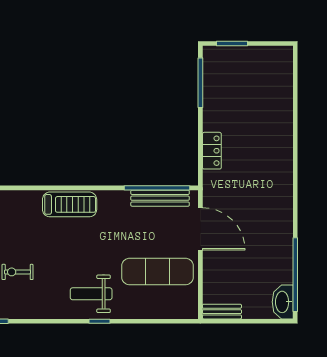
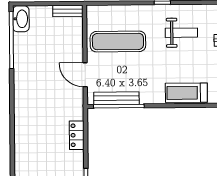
door: (200, 229) -> (85, 75), width x0.73
weight bench: (91, 294) -> (181, 33), moved

